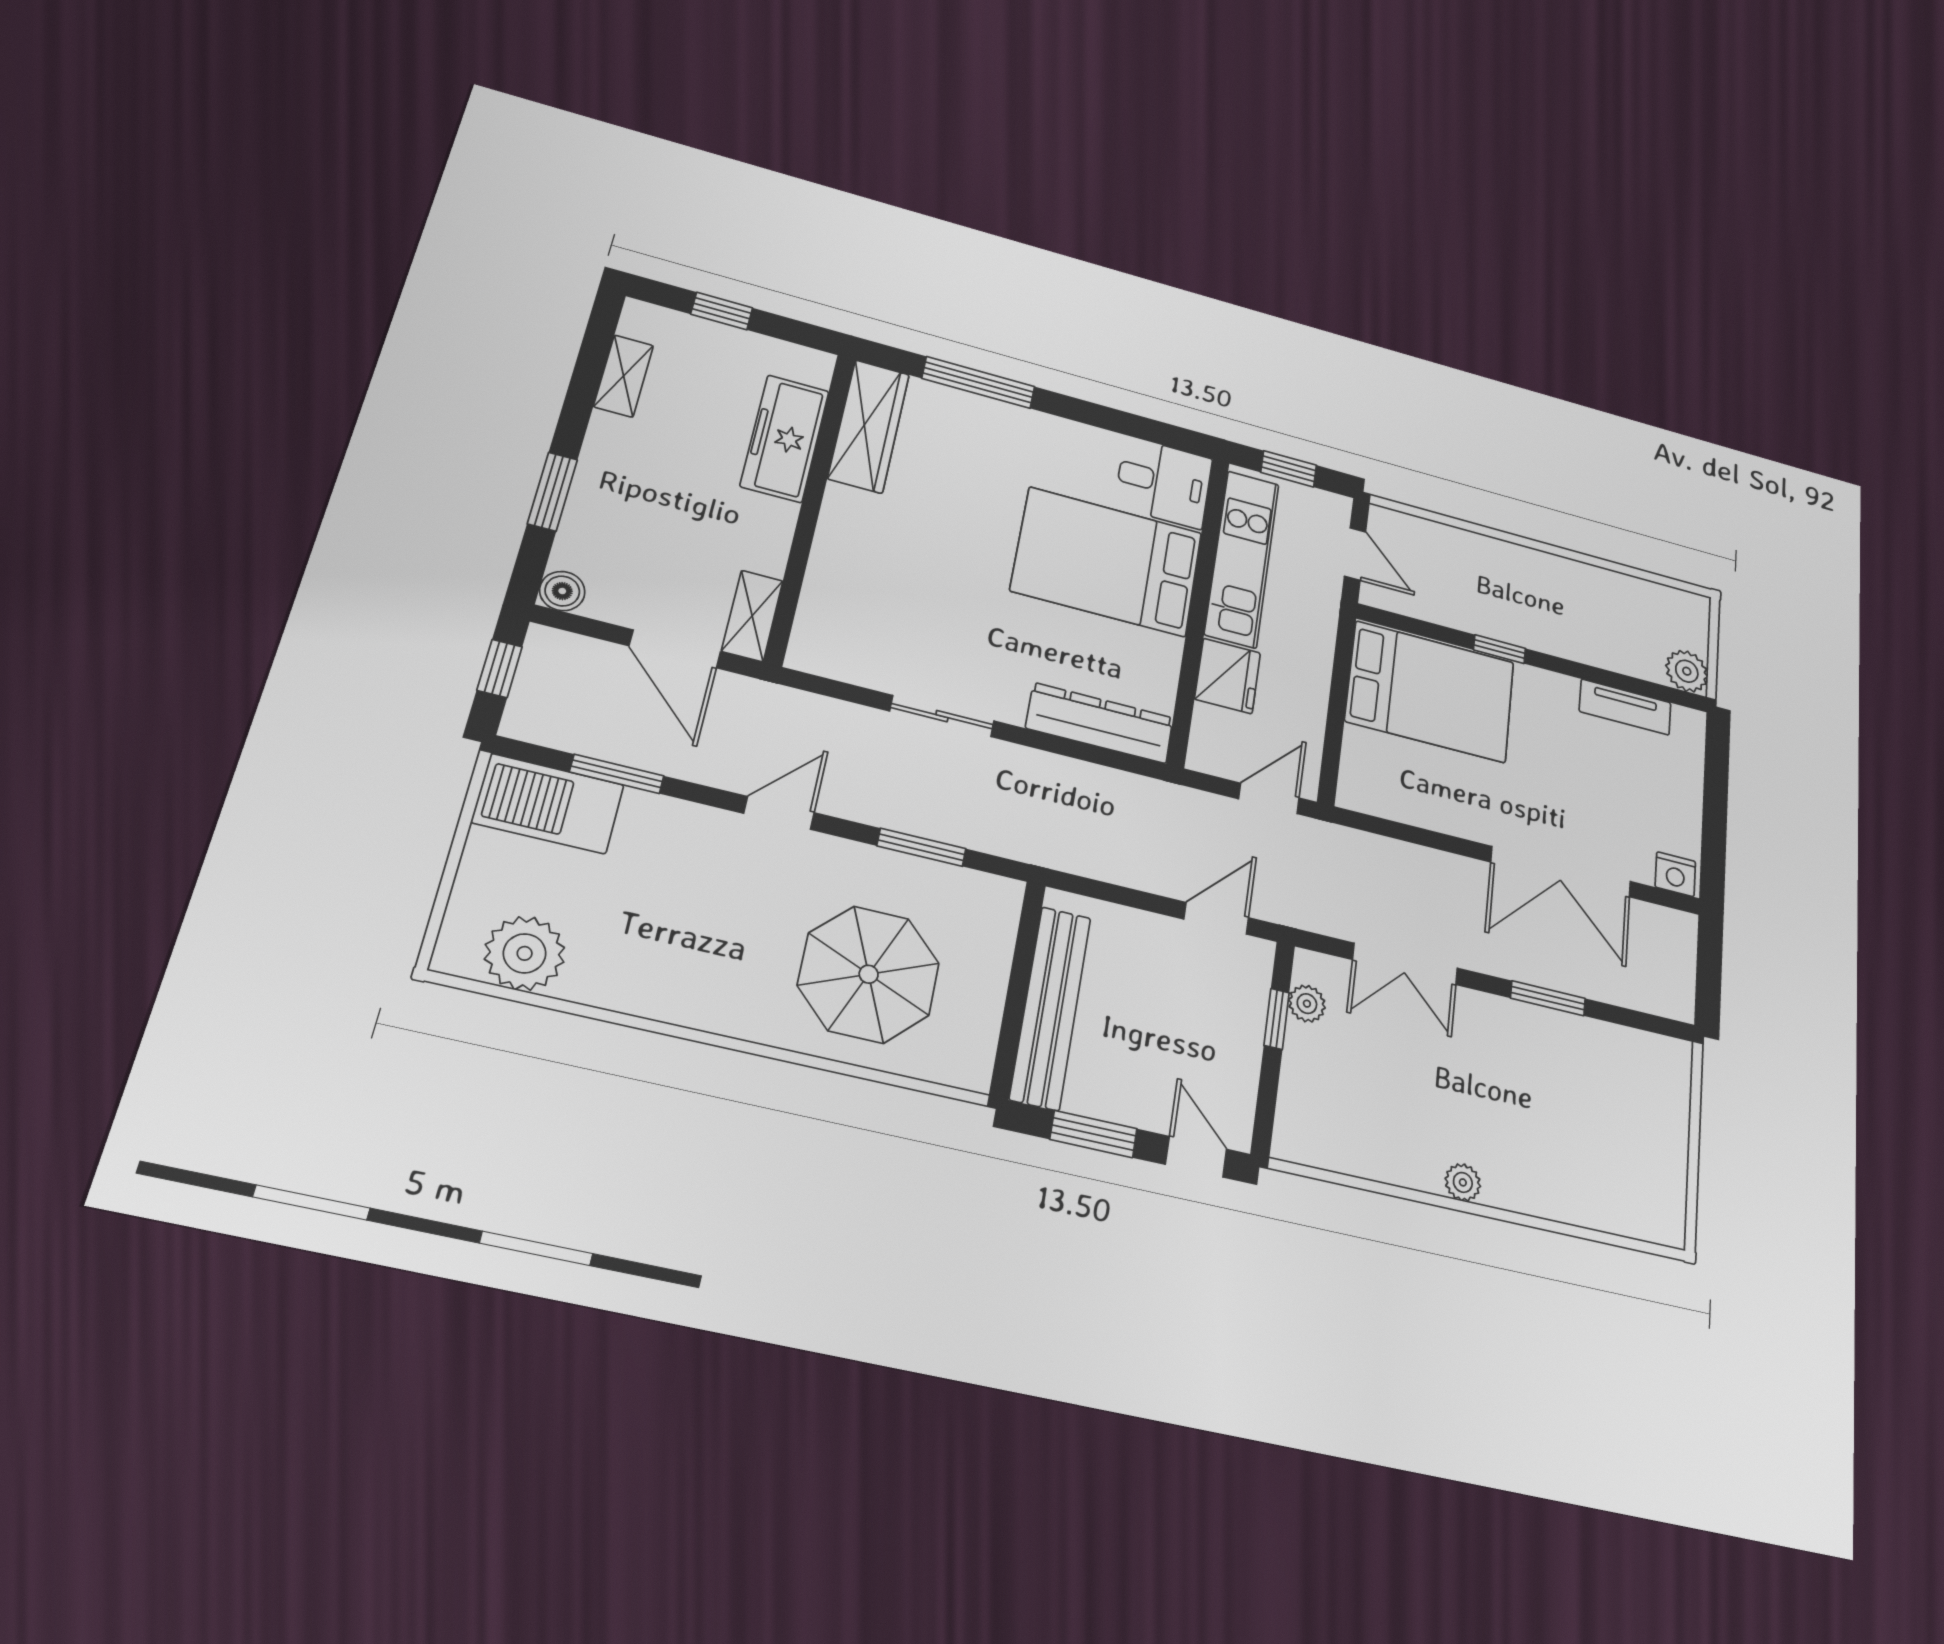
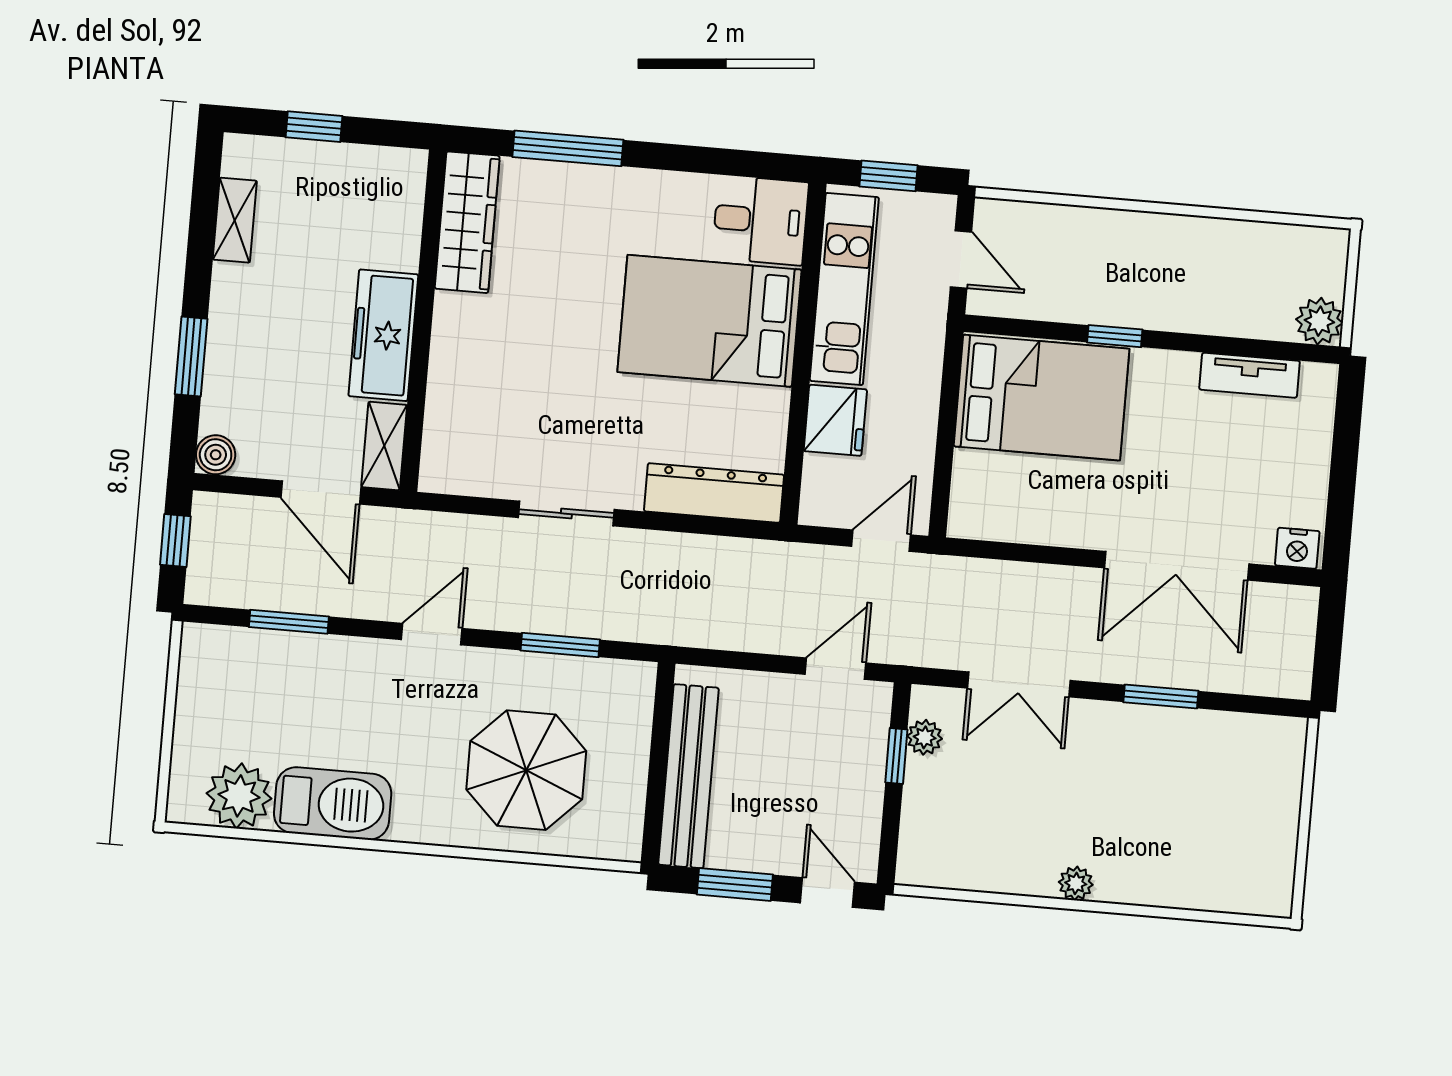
freezer: (785, 438) -> (383, 335), moved
barbecue: (548, 804) -> (333, 803), moved, turned 180

